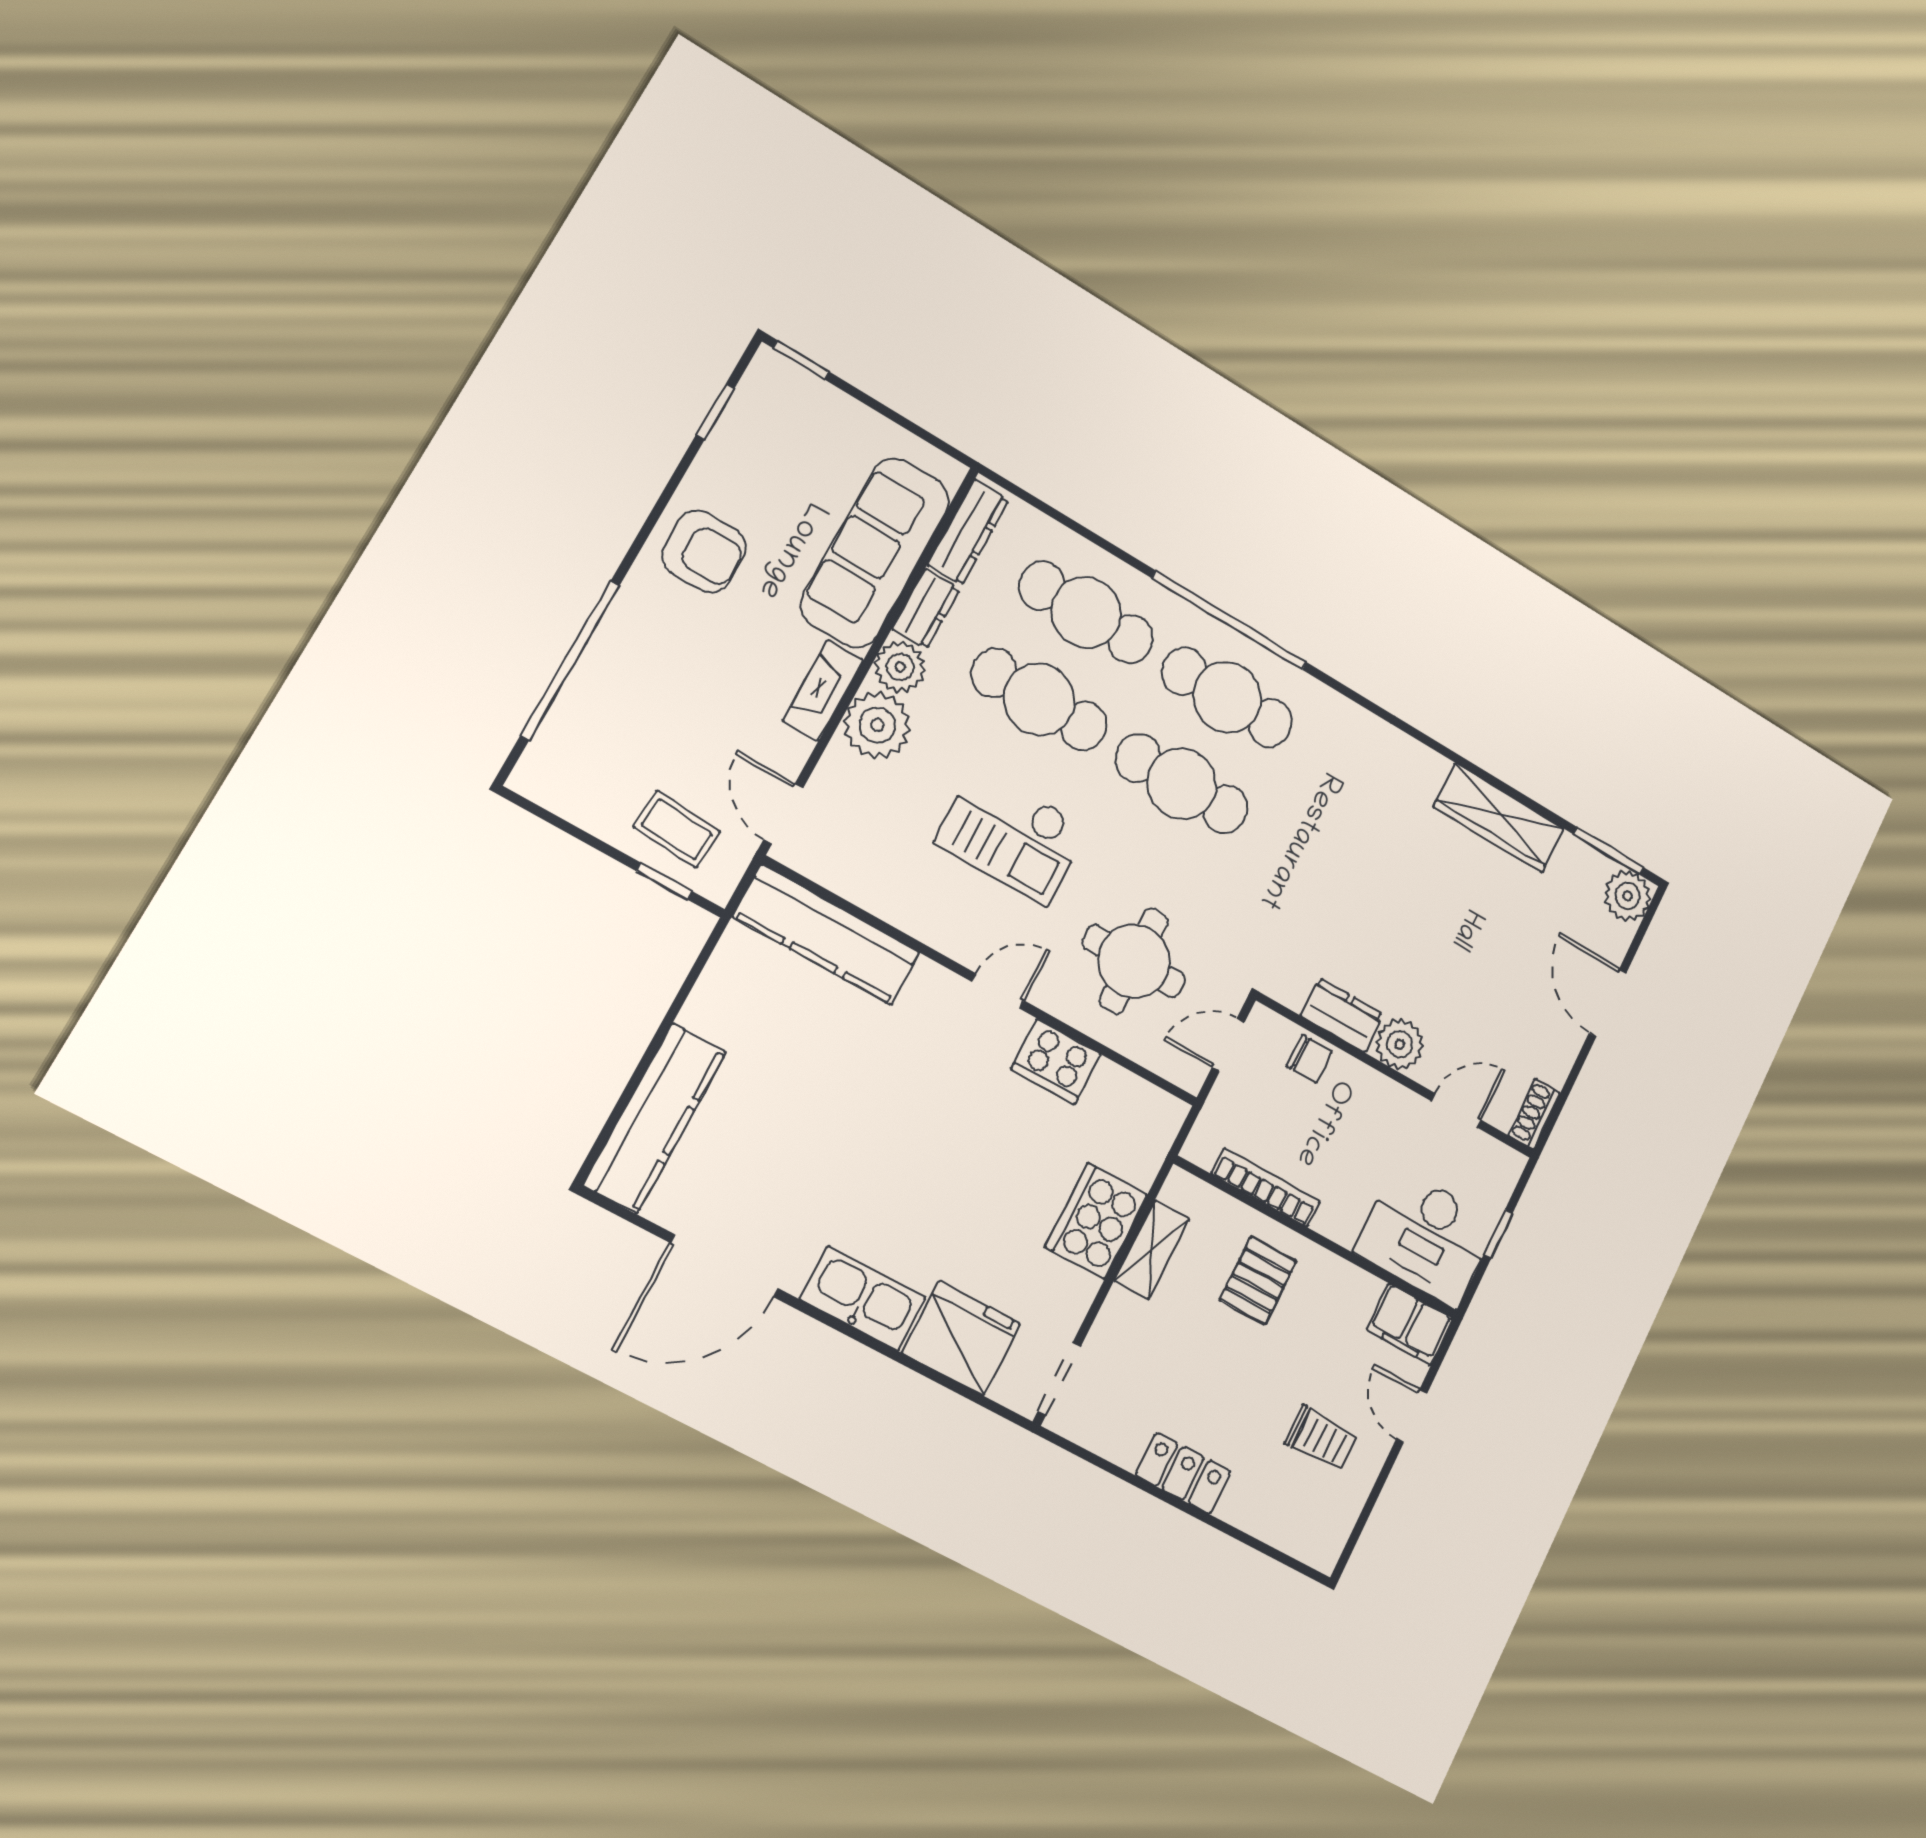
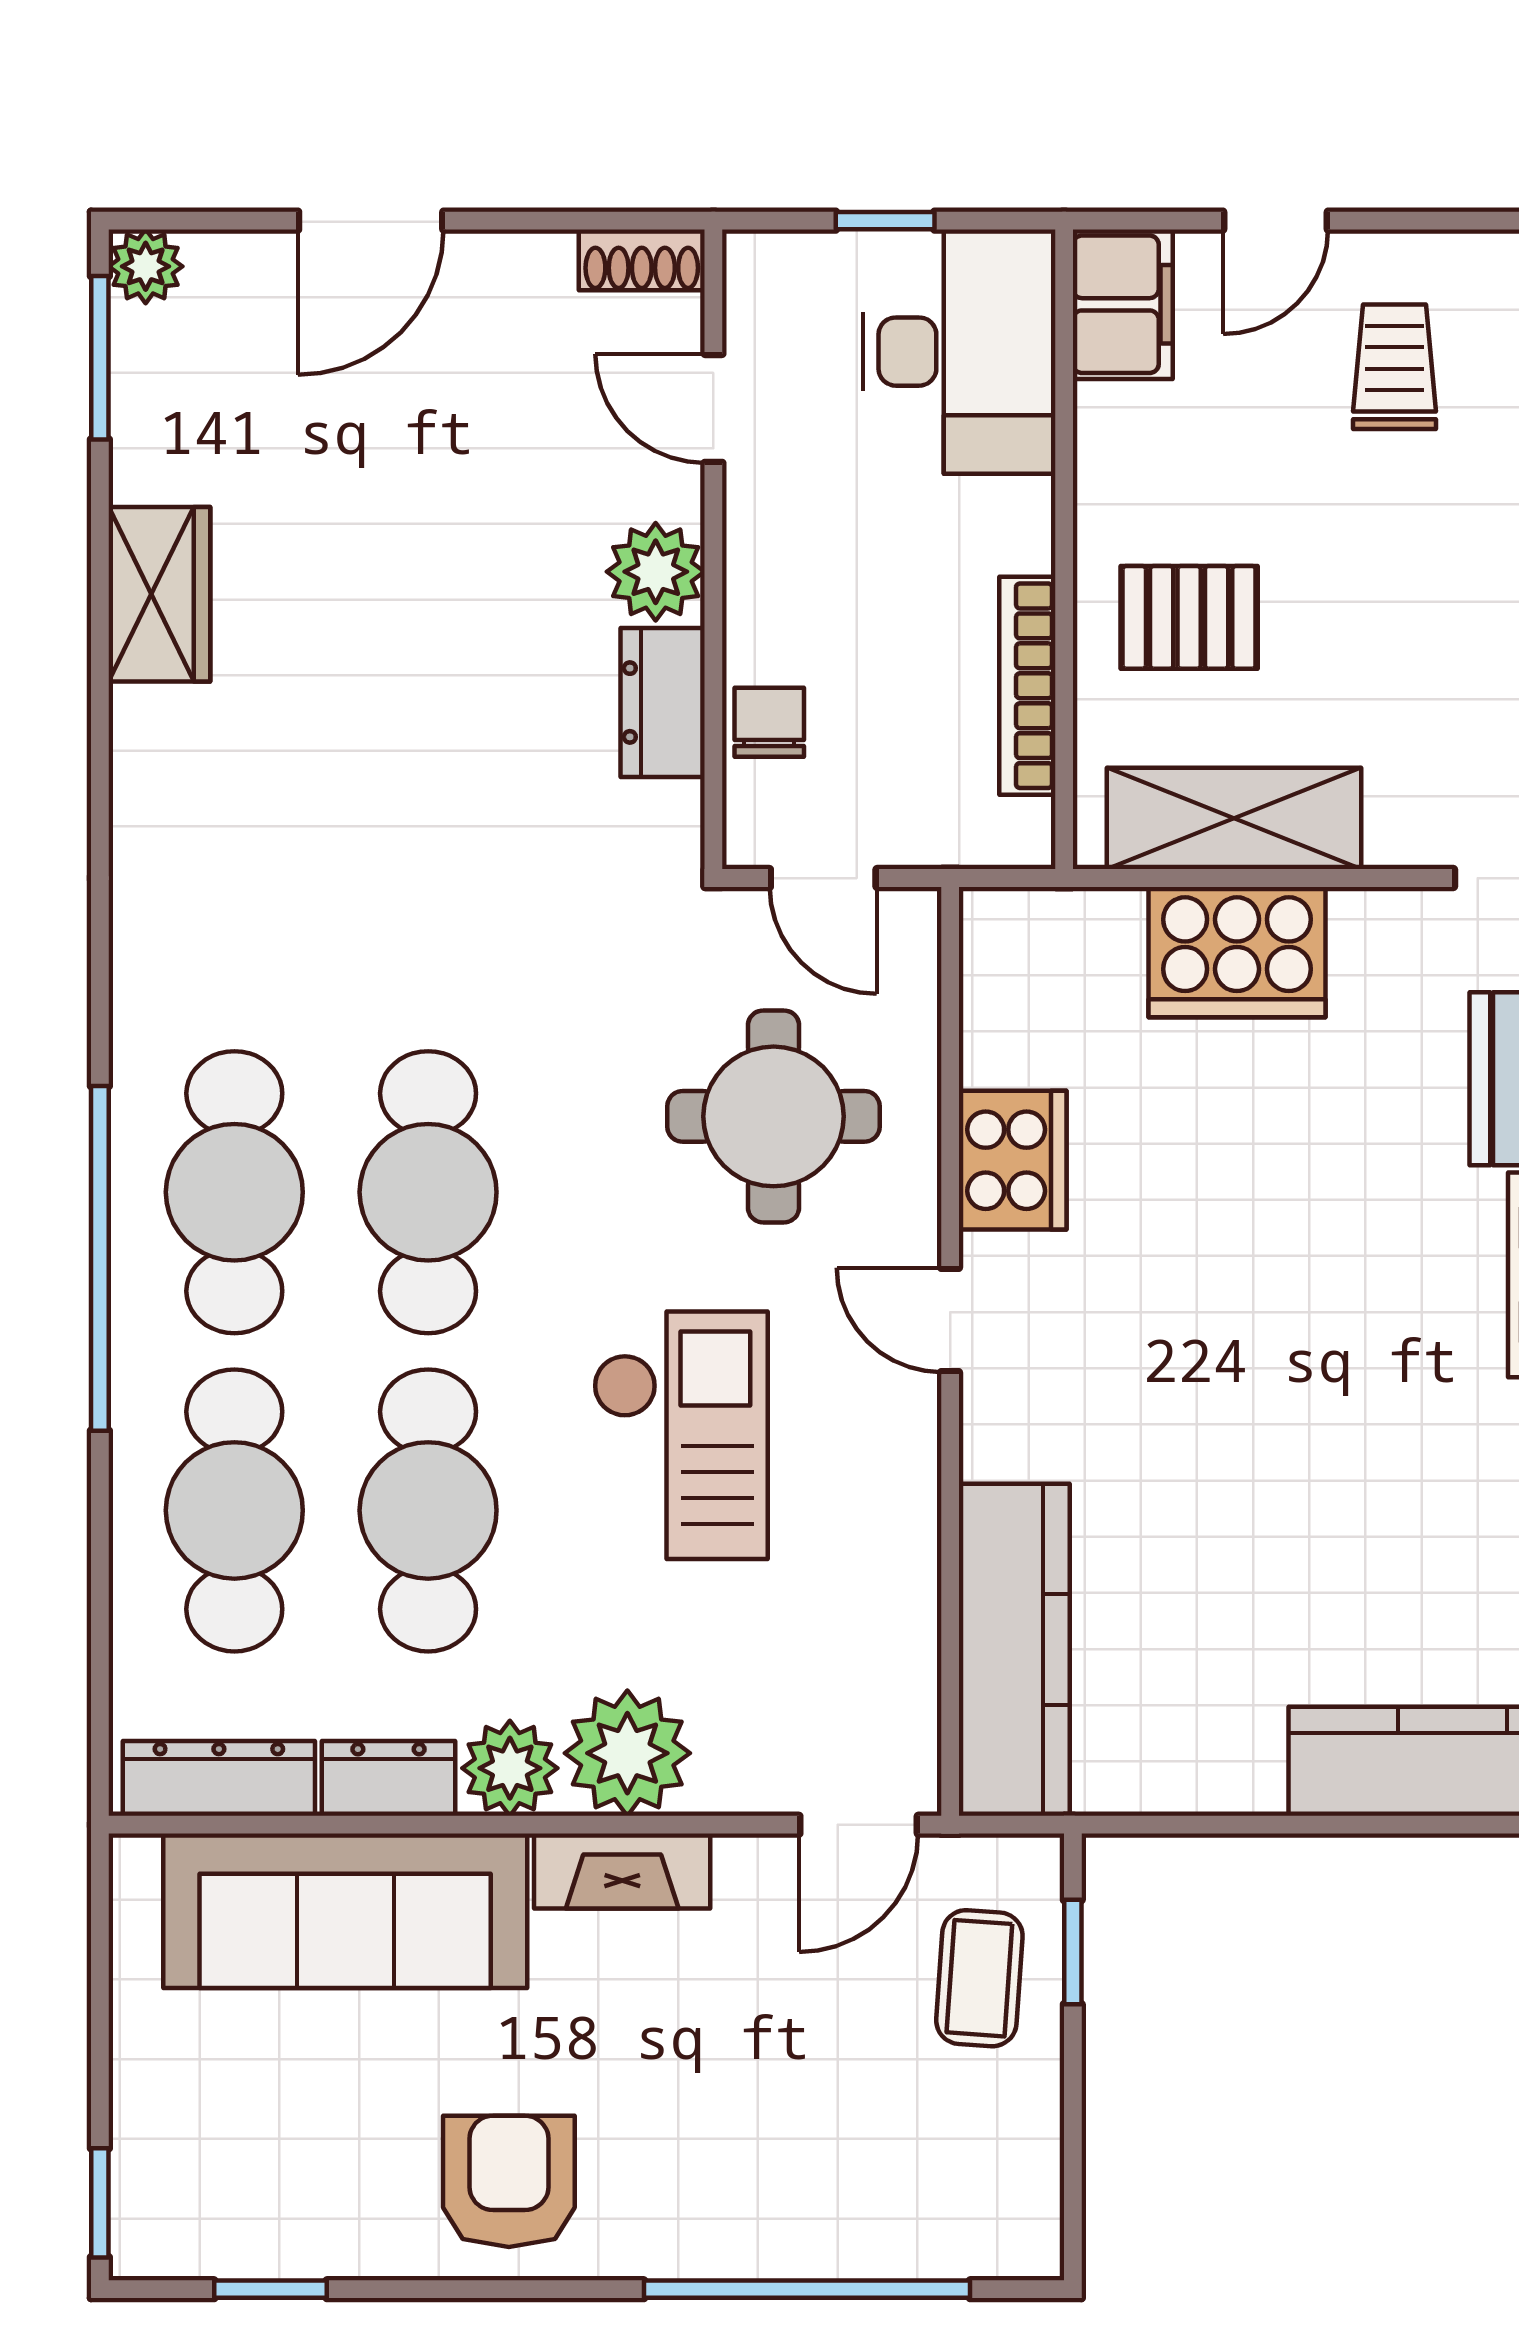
wardrobe: (1499, 818) -> (159, 594), width x0.67
plant: (1627, 896) -> (146, 266), width x0.73, depth x0.73
shelving: (1152, 1250) -> (1234, 818), width x1.50, depth x1.33

